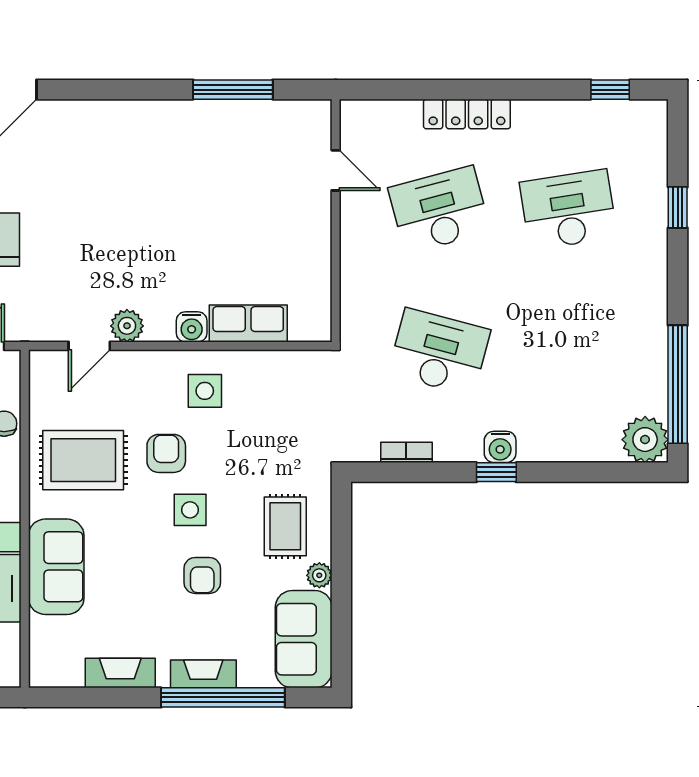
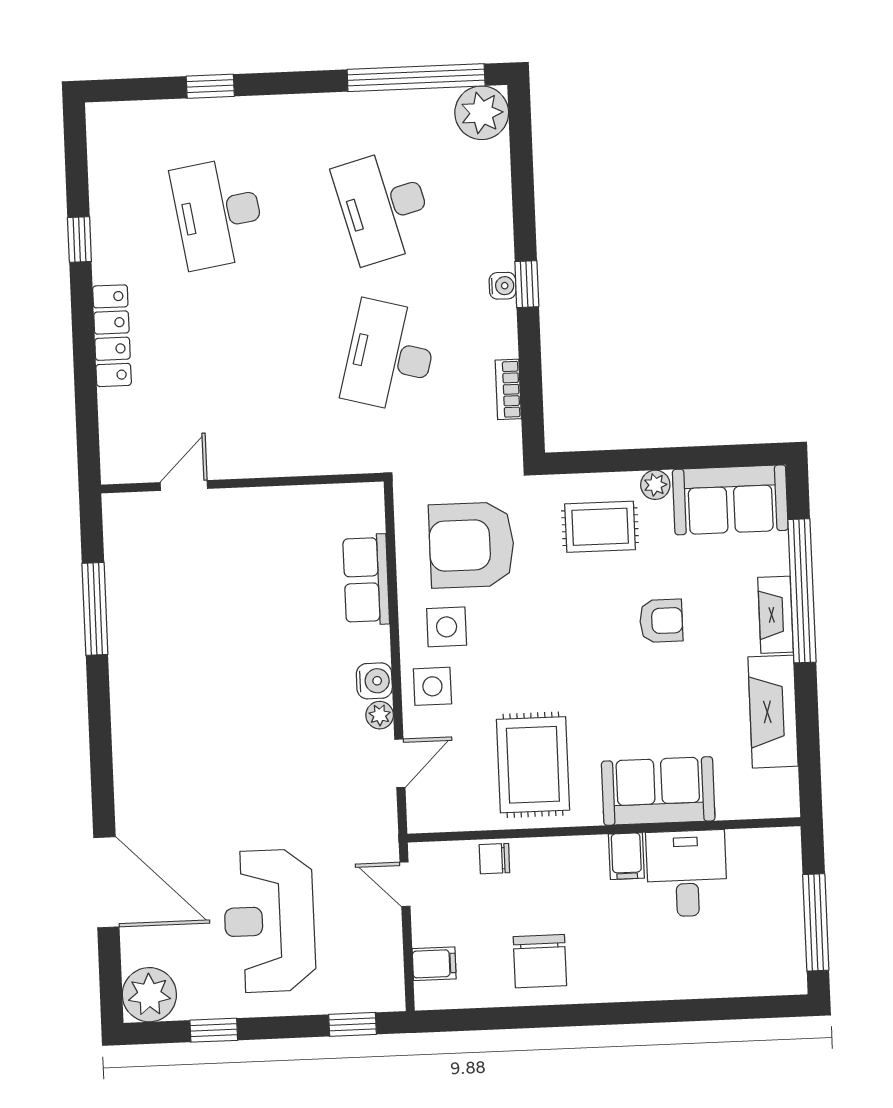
window: (610, 90) -> (79, 240), moved
desk: (439, 210) -> (384, 206), moved
plant: (127, 326) -> (380, 715), width x0.73, depth x0.73
water cooler: (192, 327) -> (374, 681), moved
door: (89, 346) -> (400, 763), hinge flipped
water cooler: (500, 447) -> (503, 286), width x0.72, depth x0.72
armchair: (166, 453) -> (472, 545), moved, width x1.88, depth x1.88
side table: (190, 510) -> (432, 686), moved
fireplace: (120, 673) -> (773, 712), width x1.37, depth x1.32

